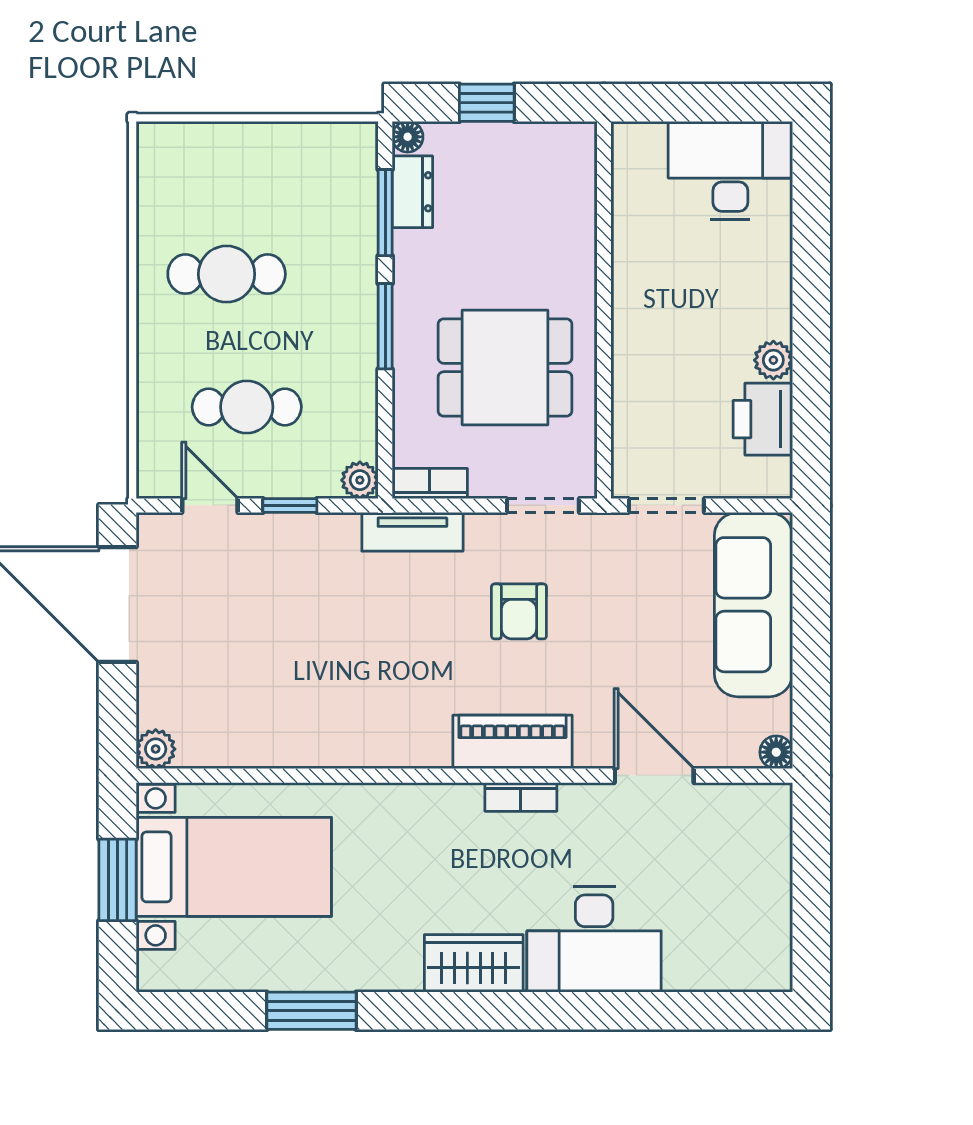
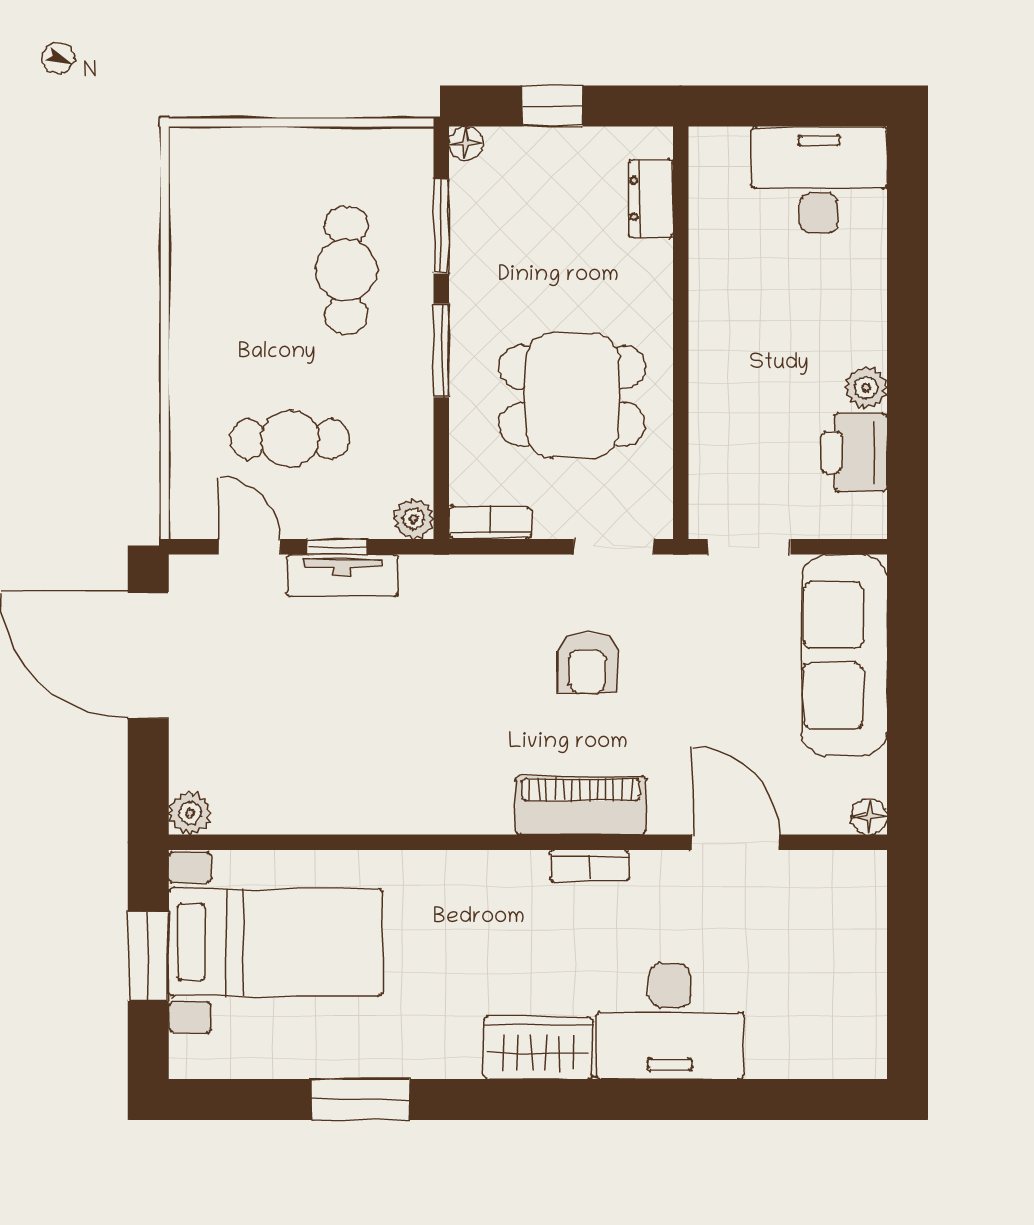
dresser: (412, 192) -> (651, 199), moved, turned 180
cafe table: (227, 274) -> (346, 270), moved, turned 90
tv unit: (412, 532) -> (342, 576), moved

